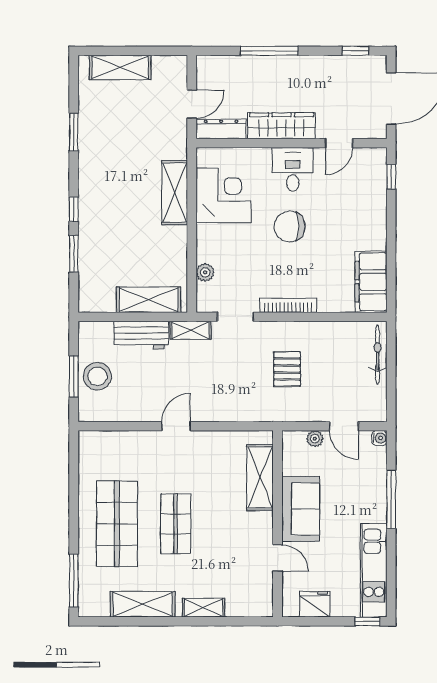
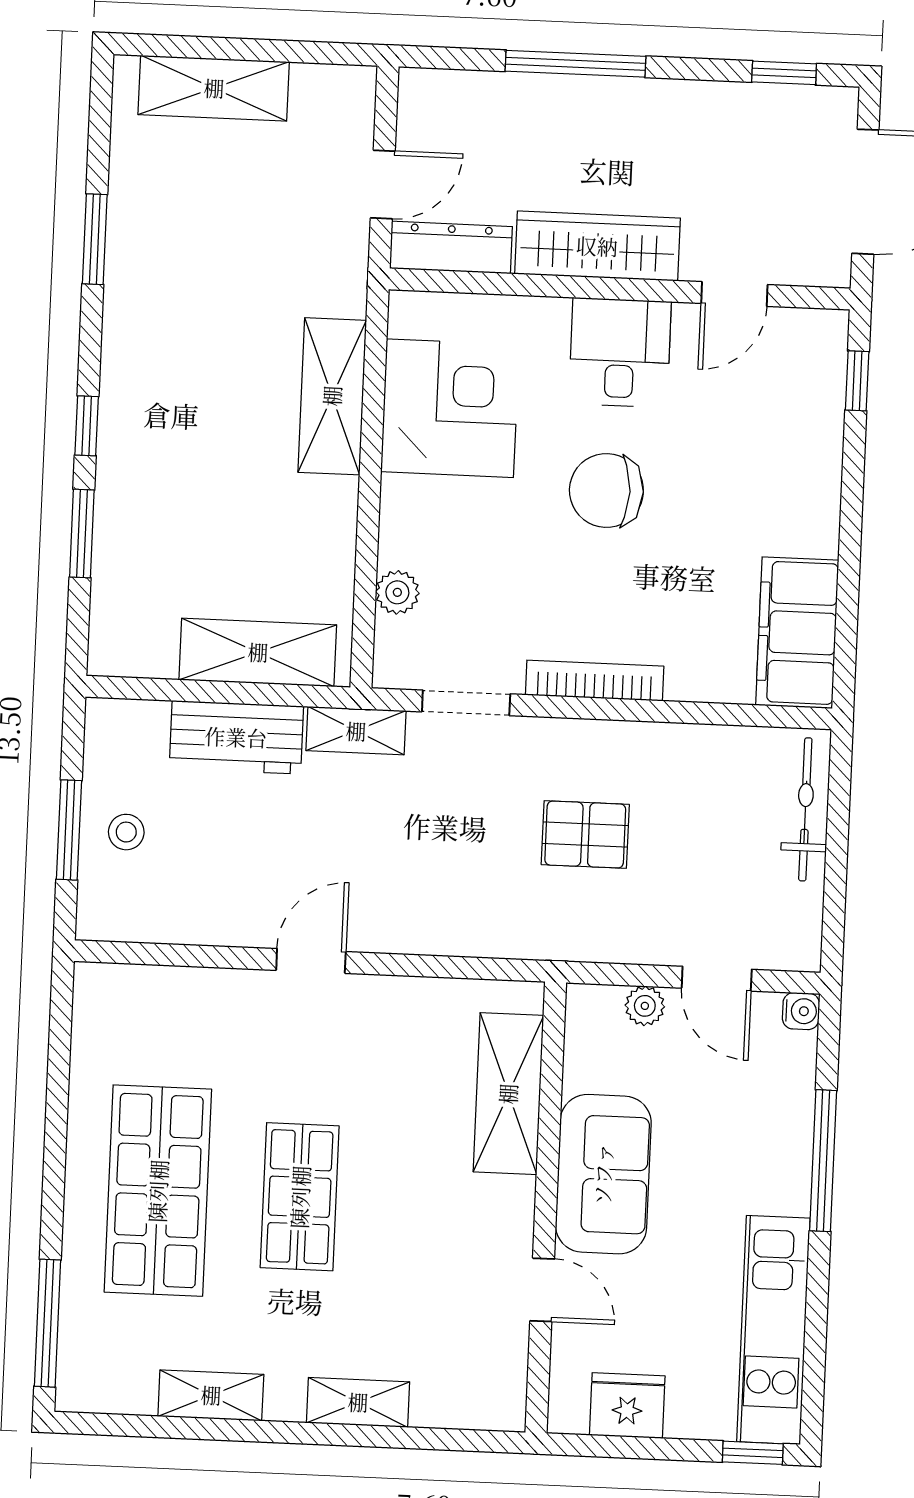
pallet: (287, 369) -> (585, 835), turned 90
stool: (97, 376) -> (126, 832), width x0.53, depth x0.53
shelving: (143, 604) -> (211, 1395), width x0.67, depth x0.75

